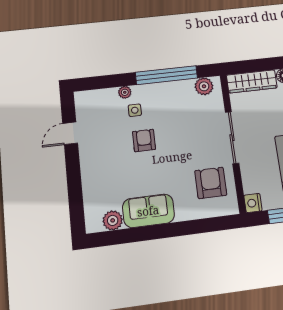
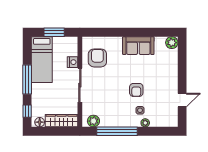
armchair: (211, 183) -> (97, 58), turned 180
nightstand: (253, 203) -> (73, 62), moved
plant: (113, 220) -> (172, 43), moved

